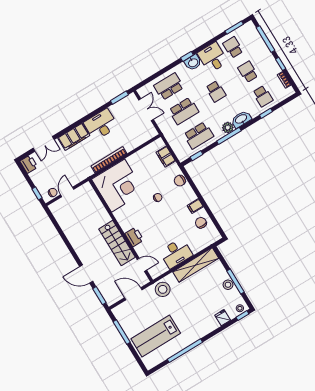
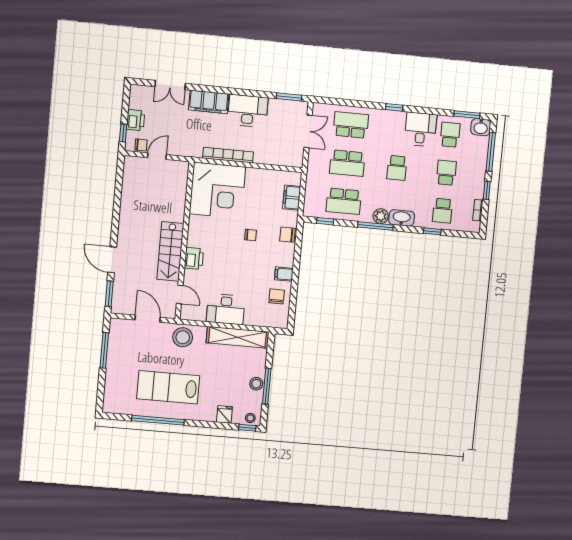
washbasin: (193, 62) -> (481, 127), moved
printer: (29, 164) -> (135, 120), moved
lab bench: (156, 336) -> (168, 387), moved

